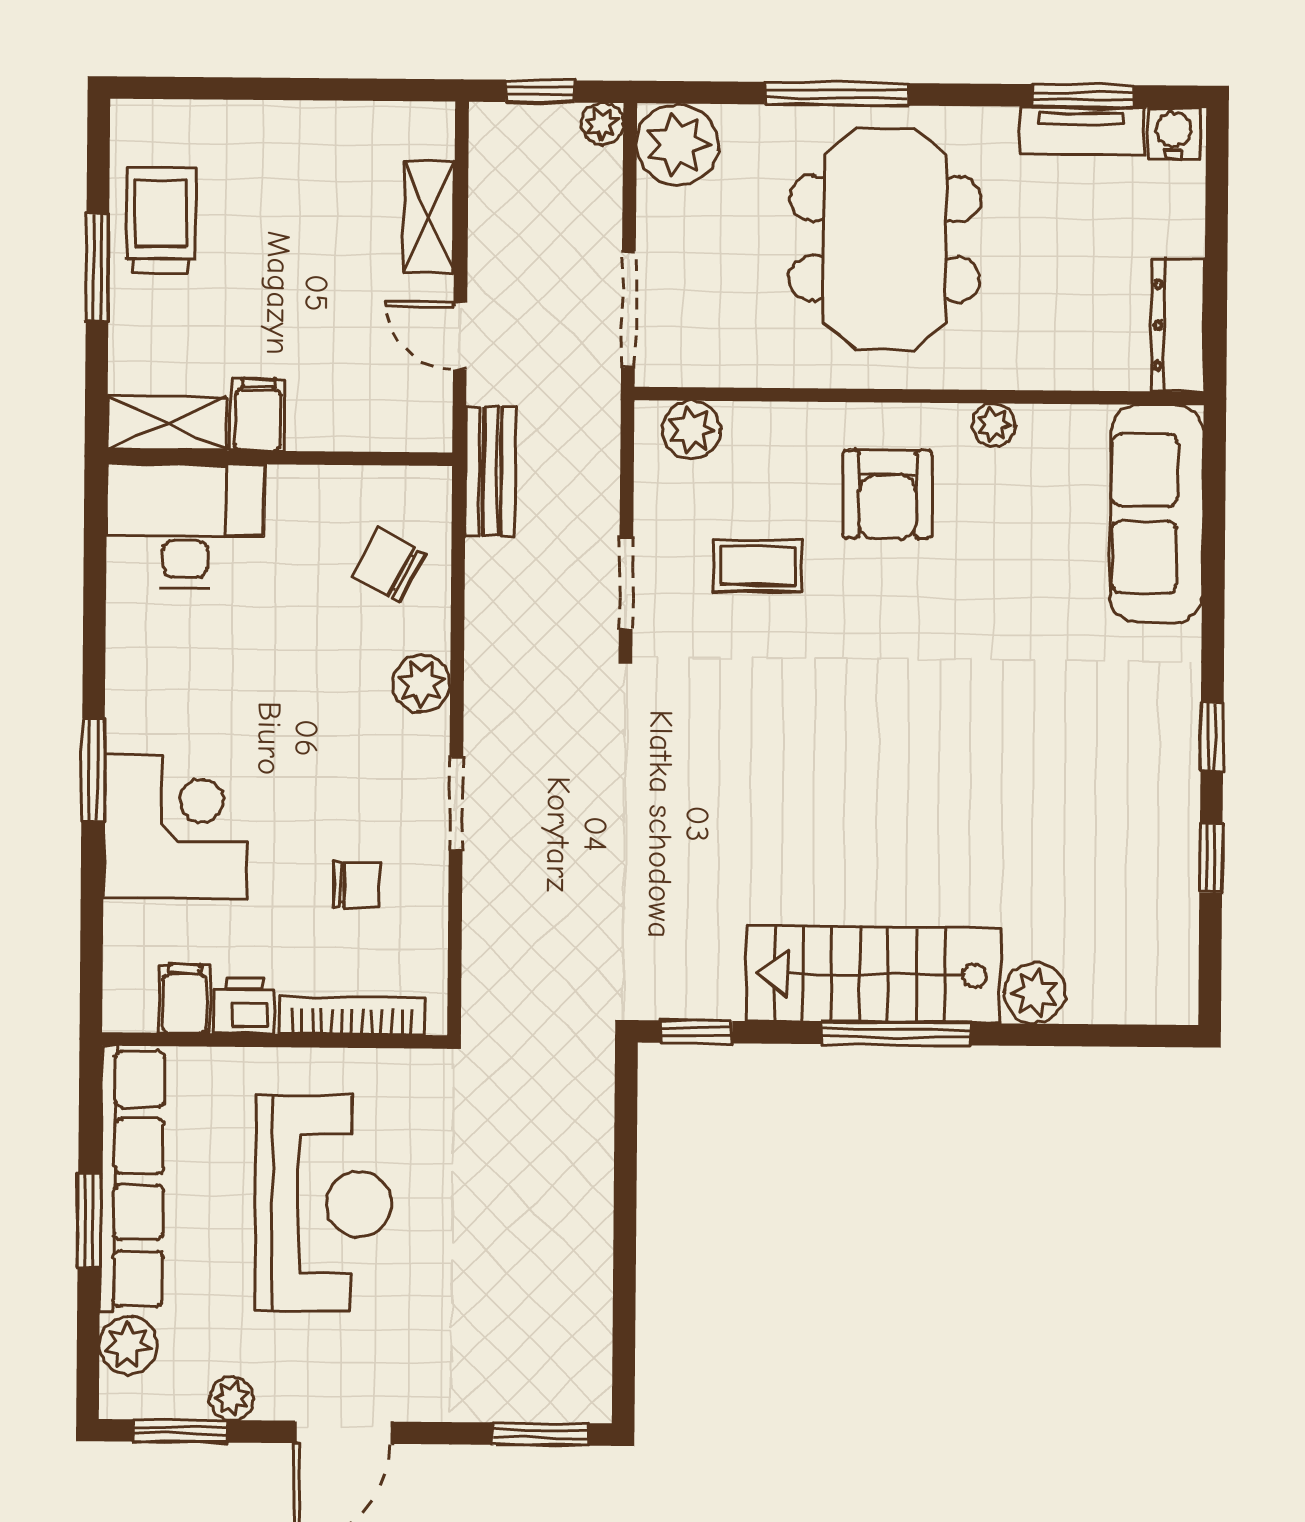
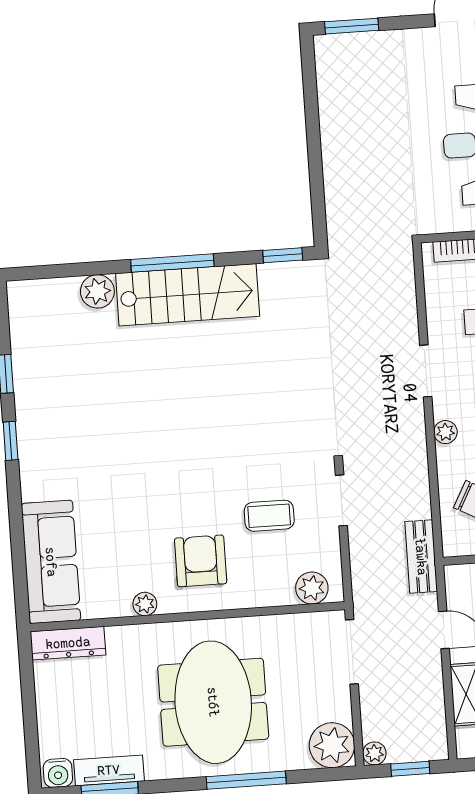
dresser: (1178, 325) -> (68, 643), moved, turned 90
plant: (421, 683) -> (445, 432), width x0.73, depth x0.73

